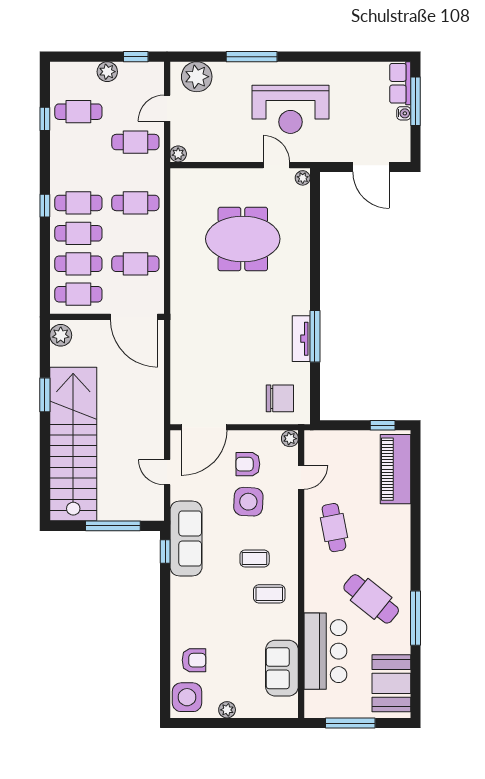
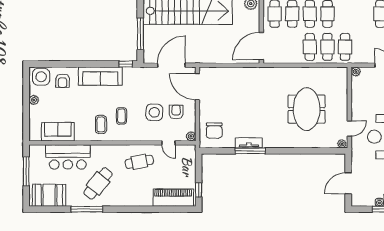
cafe table: (135, 142) -> (345, 47), moved
cafe table: (135, 264) -> (310, 47), moved
door: (167, 472) -> (171, 65), width x1.87
sofa: (186, 539) -> (100, 76), moved

